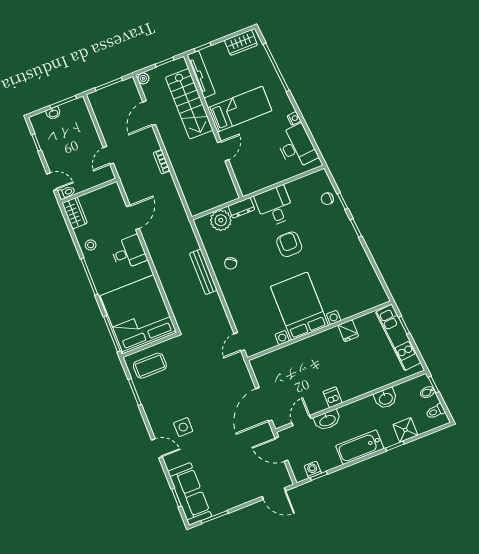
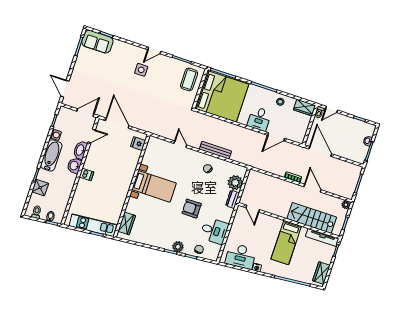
door: (149, 113) -> (313, 188), moved
door: (223, 151) -> (253, 209), moved
door: (108, 155) -> (320, 151), width x1.88
desk: (275, 206) -> (214, 231), moved
door: (133, 217) -> (276, 137), hinge flipped
plant: (344, 224) -> (178, 247), added
armchair: (289, 244) -> (192, 209), turned 180
wardrobe: (365, 302) -> (127, 223), added
bed with nightstands: (299, 306) -> (154, 186), width x0.73
fridge: (348, 331) -> (138, 144), moved
door: (239, 342) -> (180, 144), moved
dishwasher: (333, 397) -> (86, 174), moved
washbasin: (386, 398) -> (74, 166), moved
door: (301, 421) -> (92, 136), hinge flipped
door: (157, 448) -> (154, 50), moved
washing machine: (313, 470) -> (56, 135), moved
sofa: (190, 494) -> (97, 42), width x0.73
door: (274, 494) -> (65, 89), hinge flipped

